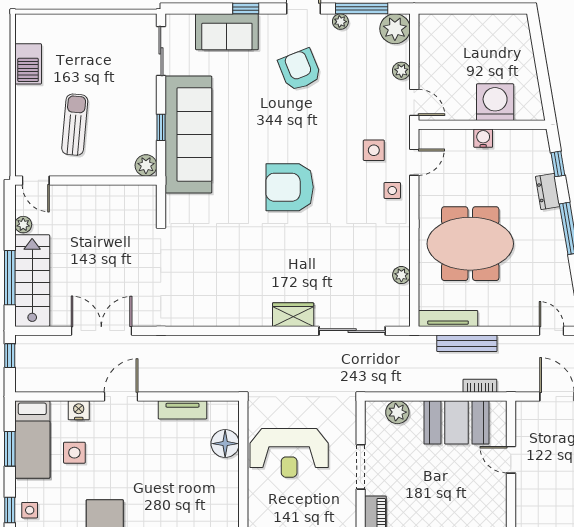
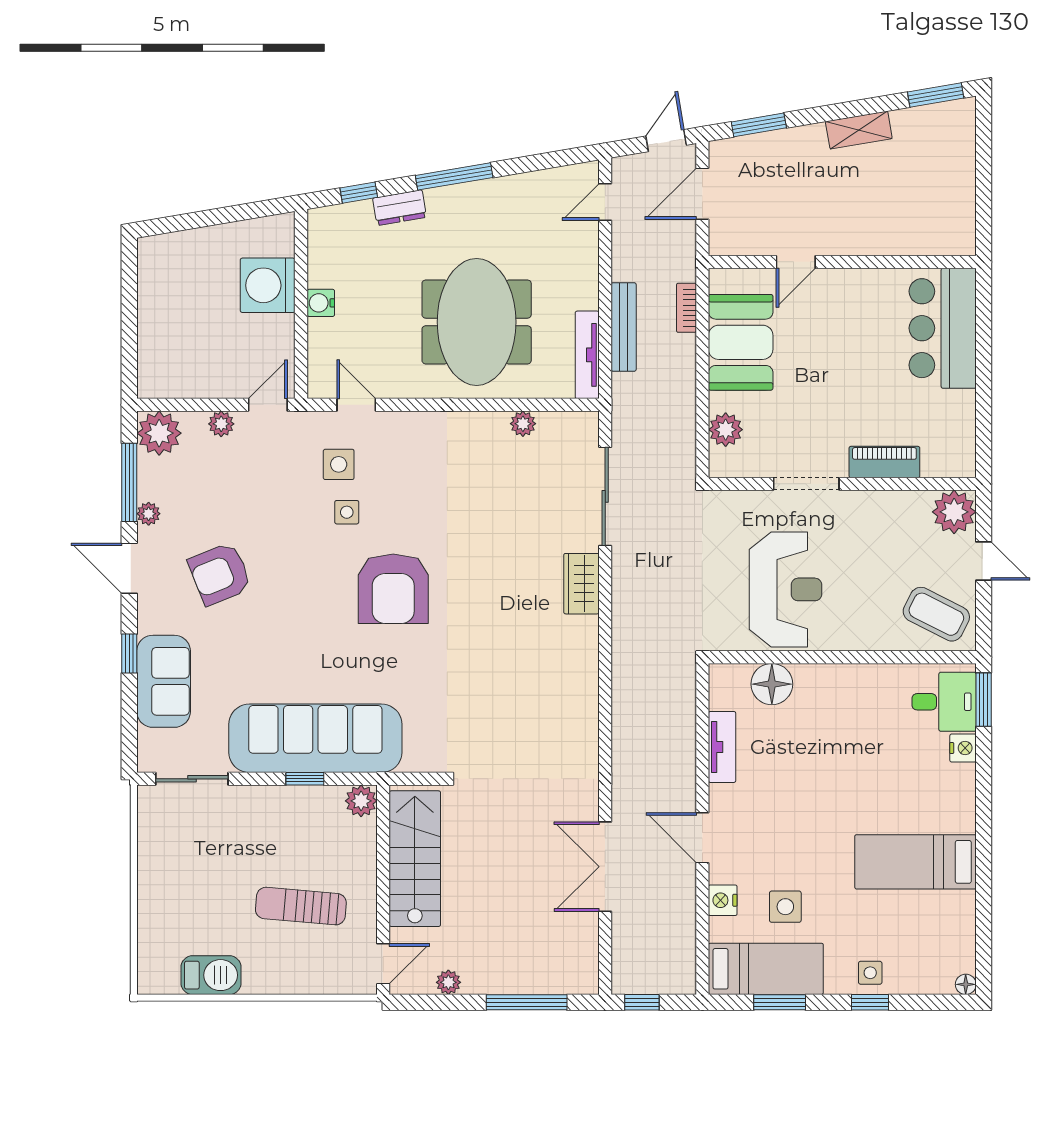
side table: (392, 190) -> (347, 512), moved
stairs: (32, 281) -> (415, 859), moved, turned 90

